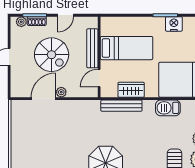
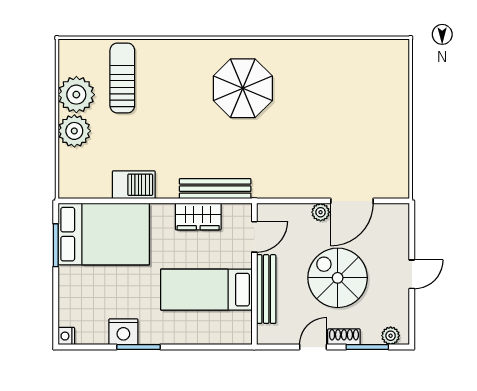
shoe rack: (37, 21) -> (344, 337), moved

